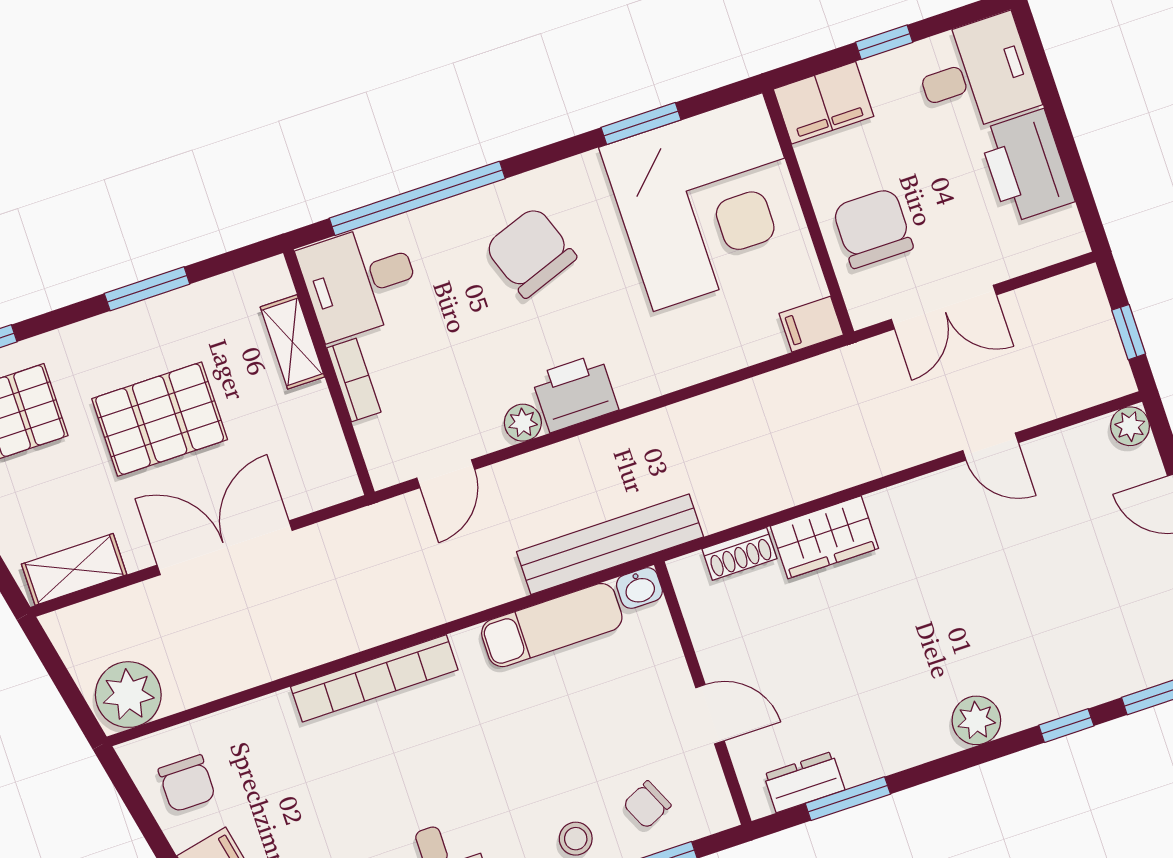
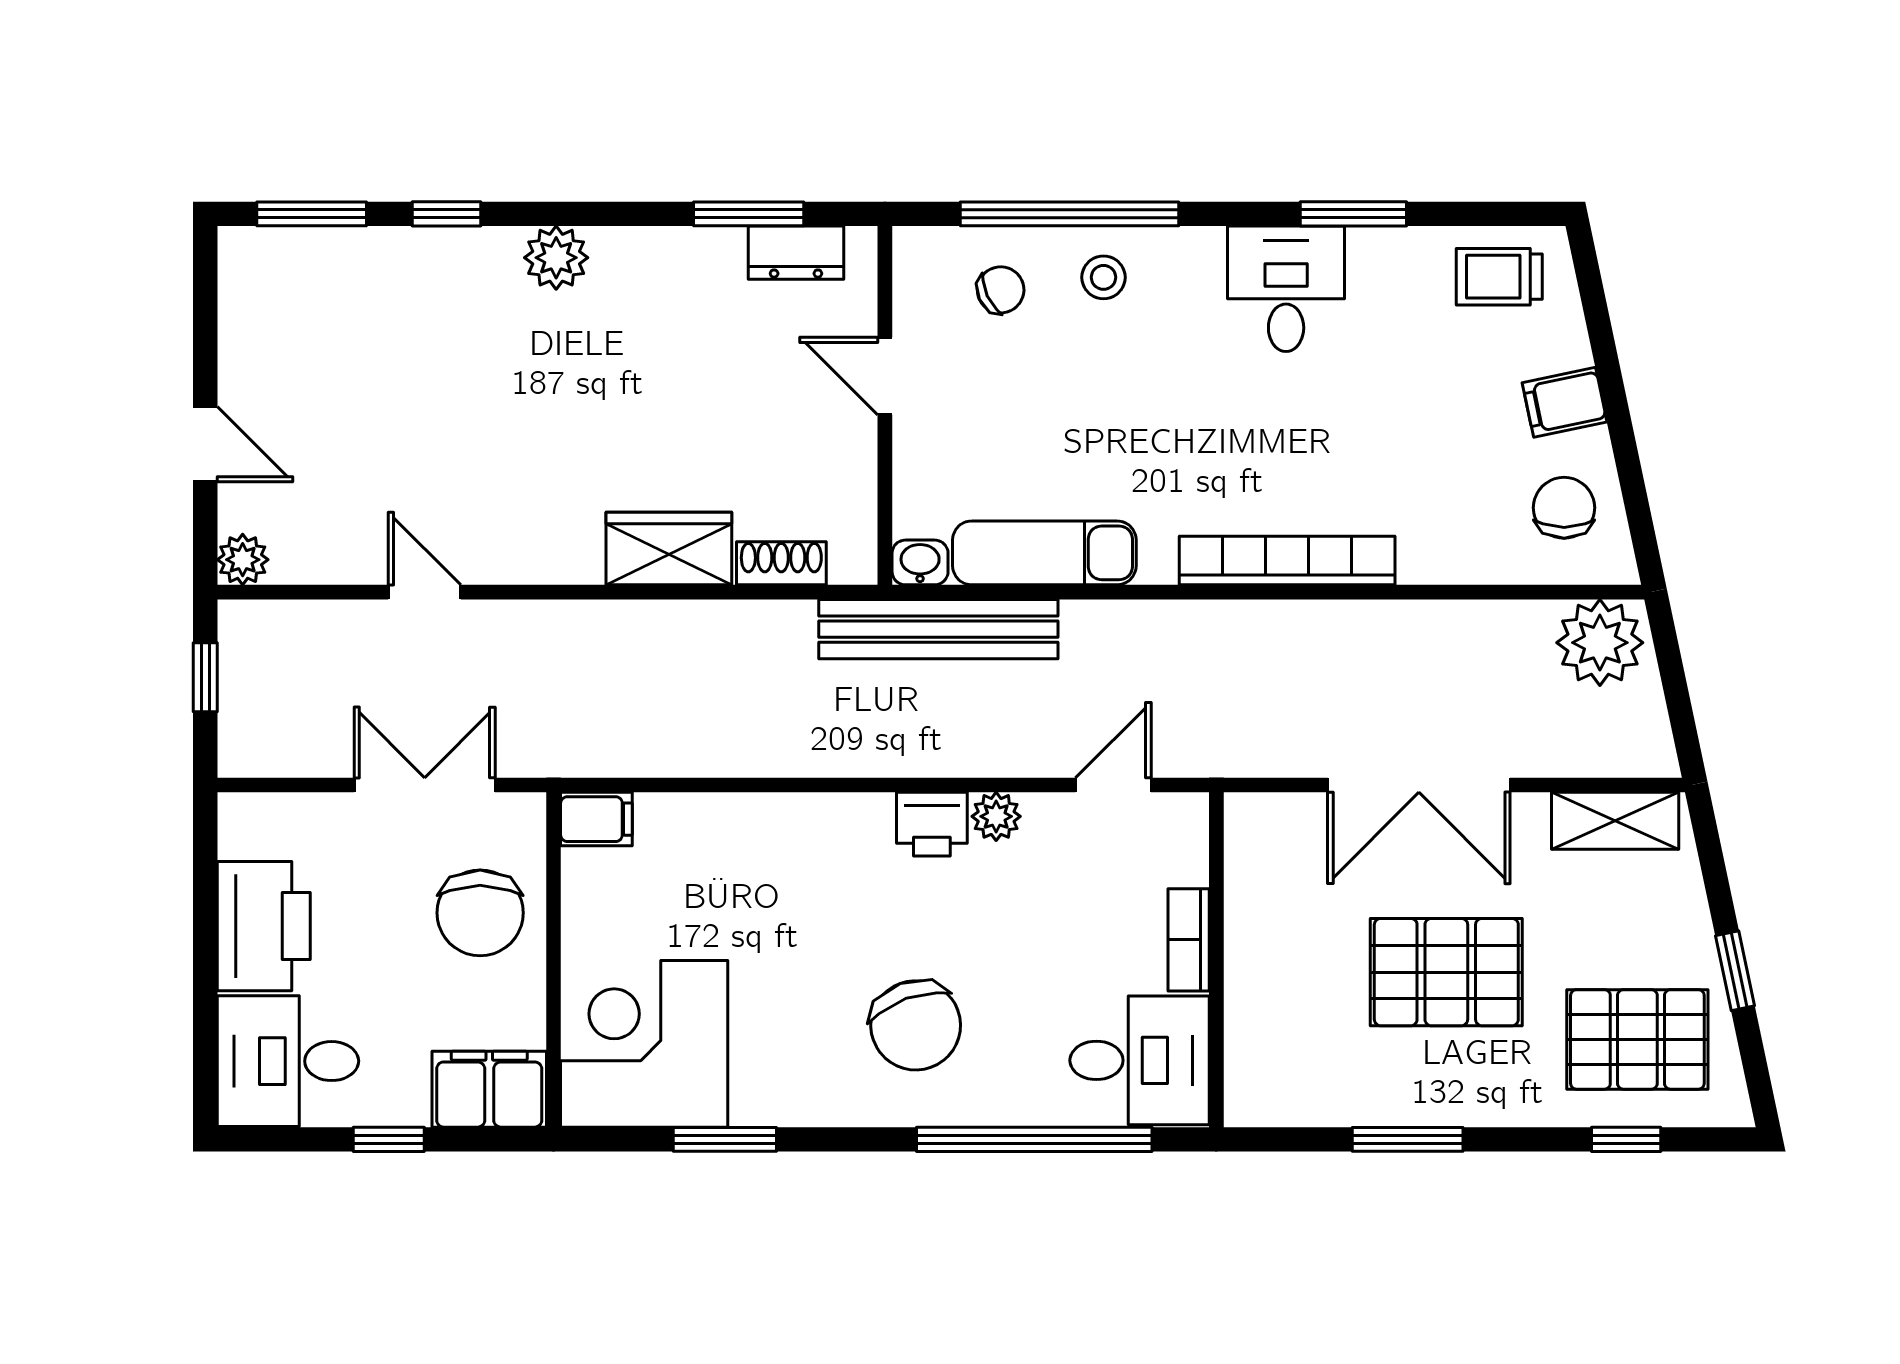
corner desk: (708, 202) -> (644, 1044), width x0.74, depth x0.74
shelving: (292, 342) -> (1249, 1013), removed
printer: (575, 393) -> (932, 824), width x0.73, depth x0.81

